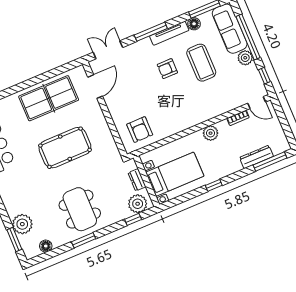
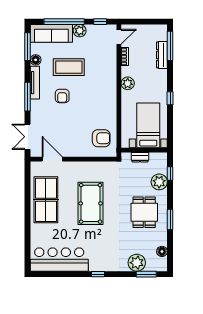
plant: (138, 204) -> (159, 182), moved
dining table: (80, 209) -> (144, 212), width x0.73

